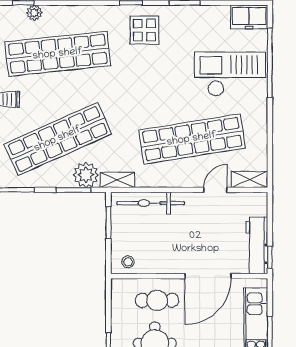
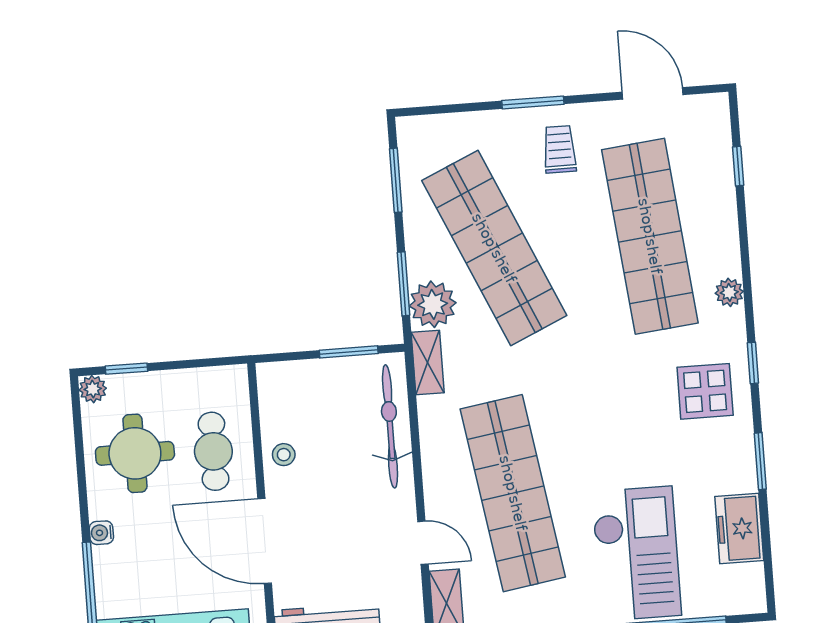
plant: (34, 13) -> (729, 292), moved
freezer: (249, 17) -> (739, 529), moved
stool: (128, 262) -> (284, 455), moved

